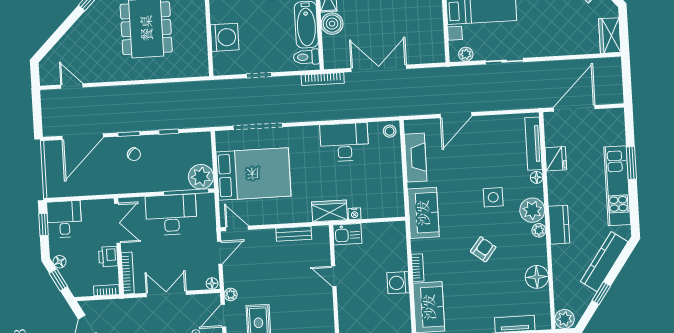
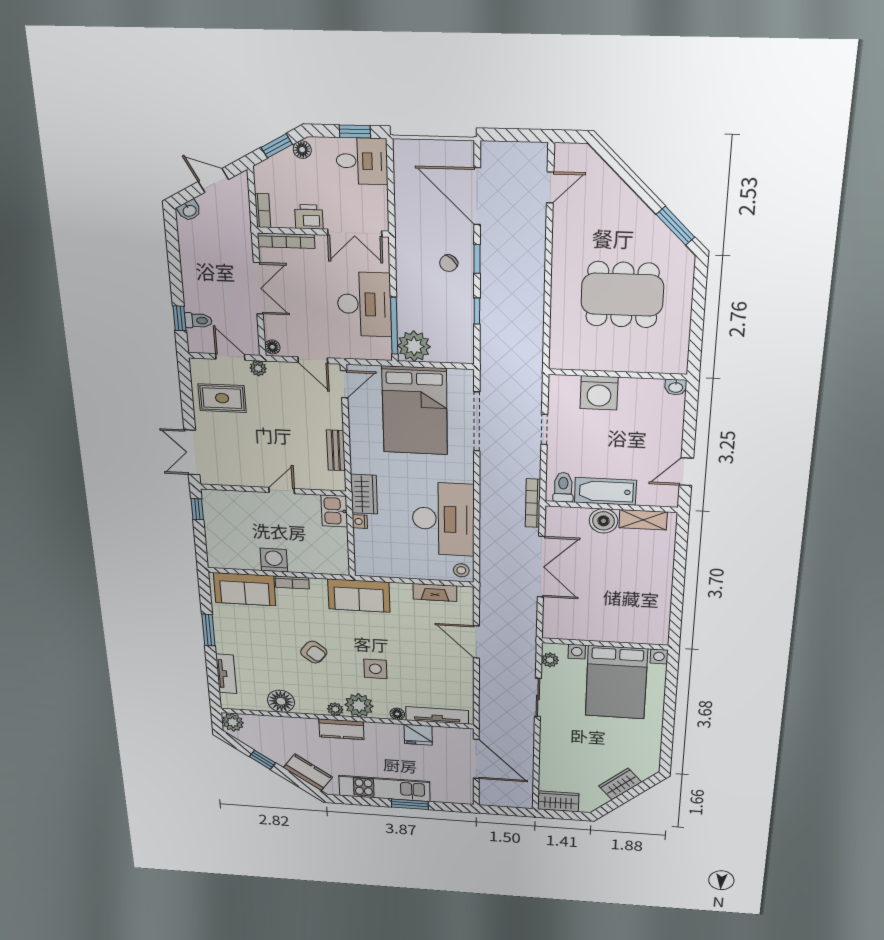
desk: (344, 142) -> (443, 519), width x1.36, depth x1.30
fireplace: (416, 158) -> (435, 592), width x0.73, depth x0.76
kitchen counter: (604, 262) -> (308, 772), width x0.67

